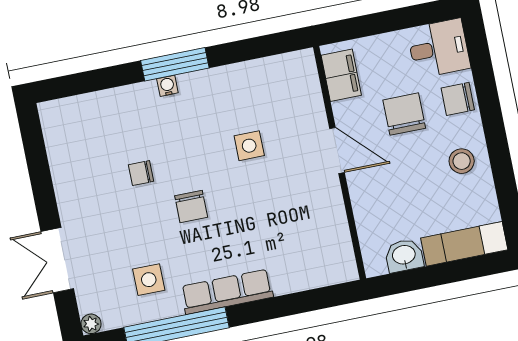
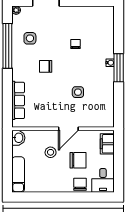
filing cabinet: (341, 75) -> (107, 144), moved, turned 90
stool: (462, 161) -> (51, 152), moved
chair: (191, 207) -> (46, 66), moved
washbasin: (404, 256) -> (18, 138), moved
row of seats: (227, 292) -> (18, 100), moved

